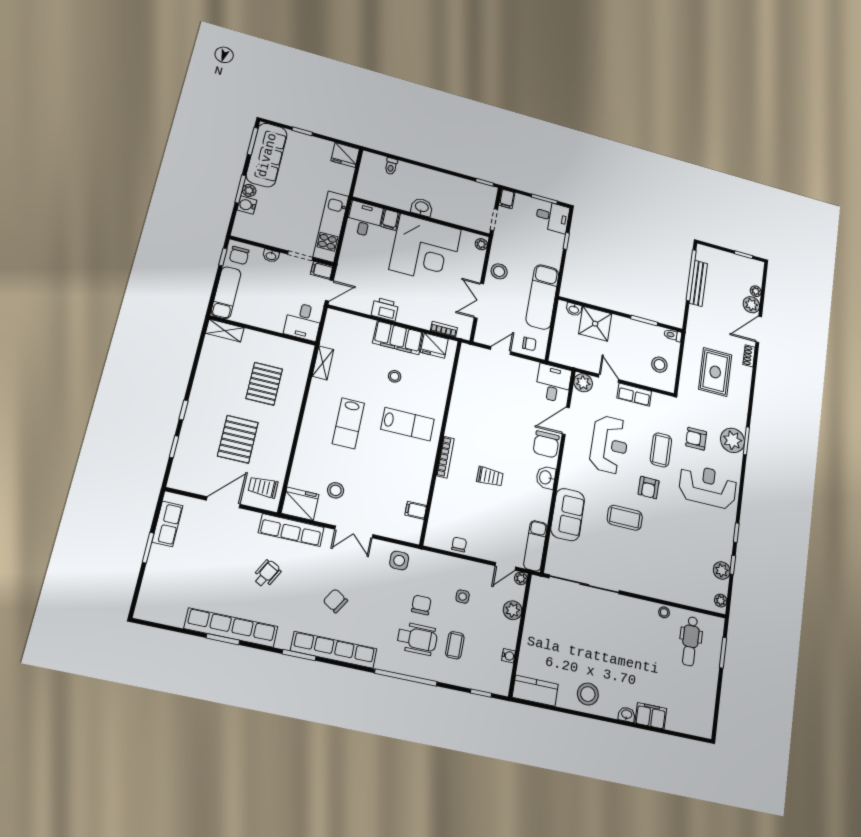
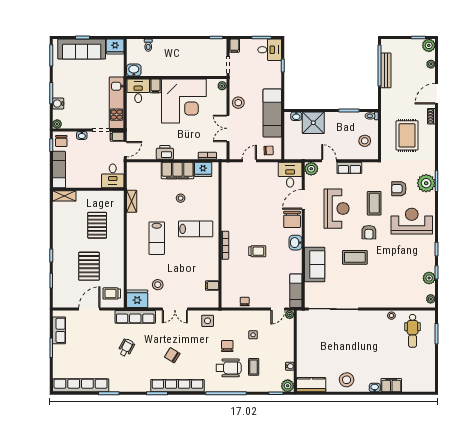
sofa: (267, 155) -> (82, 49), moved, turned 90
plant: (249, 190) -> (57, 124), moved
washbasin: (422, 207) -> (134, 70), moved
plant: (751, 305) -> (429, 45), moved
plant: (513, 610) -> (288, 386), moved
row of seats: (231, 628) -> (81, 385), moved

